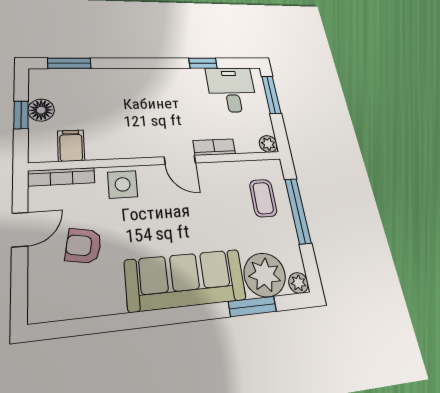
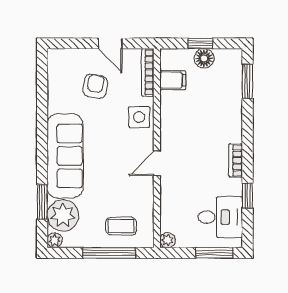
bookcase: (214, 147) -> (236, 160), moved, turned 180

